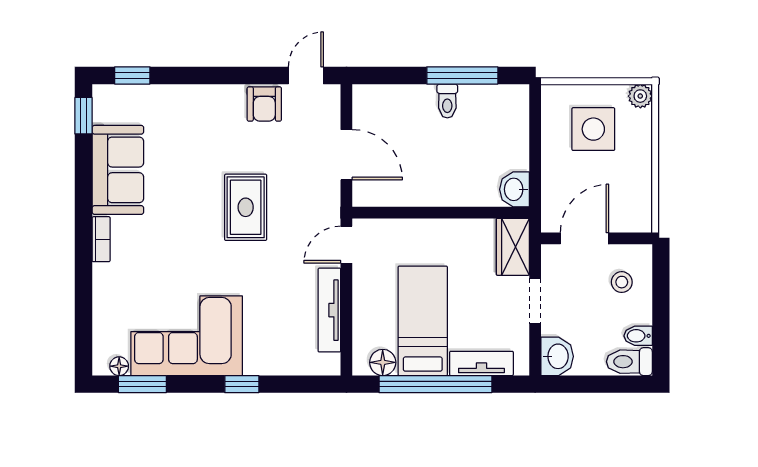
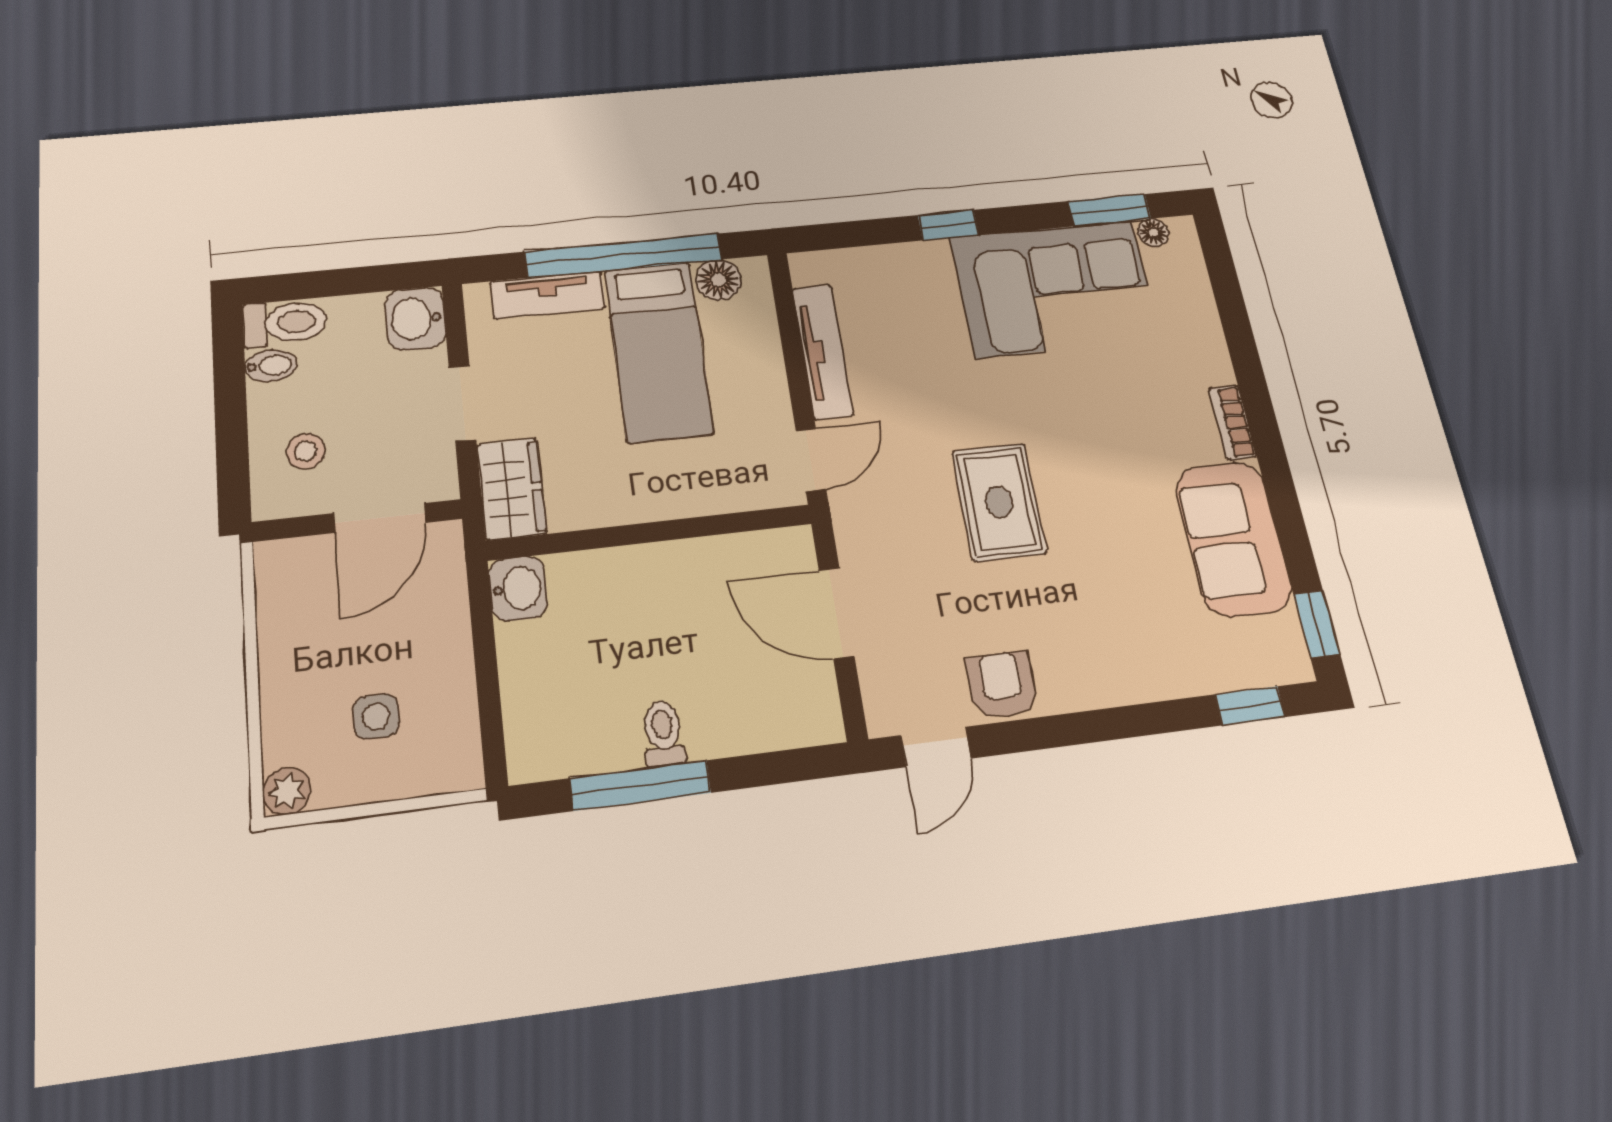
side table: (593, 129) -> (376, 716), width x0.54, depth x0.54

